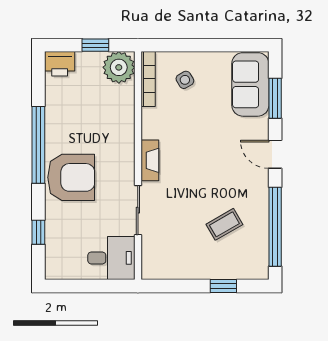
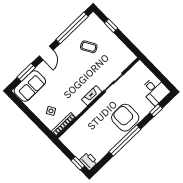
window: (95, 45) -> (78, 163), moved
plant: (119, 67) -> (69, 139), removed
desk: (111, 258) -> (155, 91), moved, turned 180

